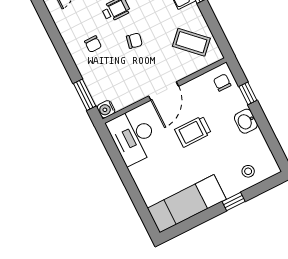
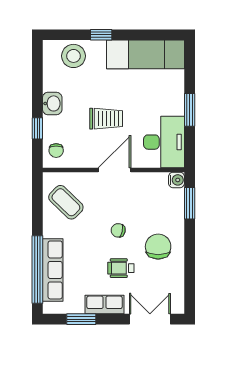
chair: (93, 44) -> (158, 247), width x1.87, depth x1.87
stool: (248, 171) -> (74, 56), width x1.89, depth x1.89
window: (125, 175) -> (190, 110), added

